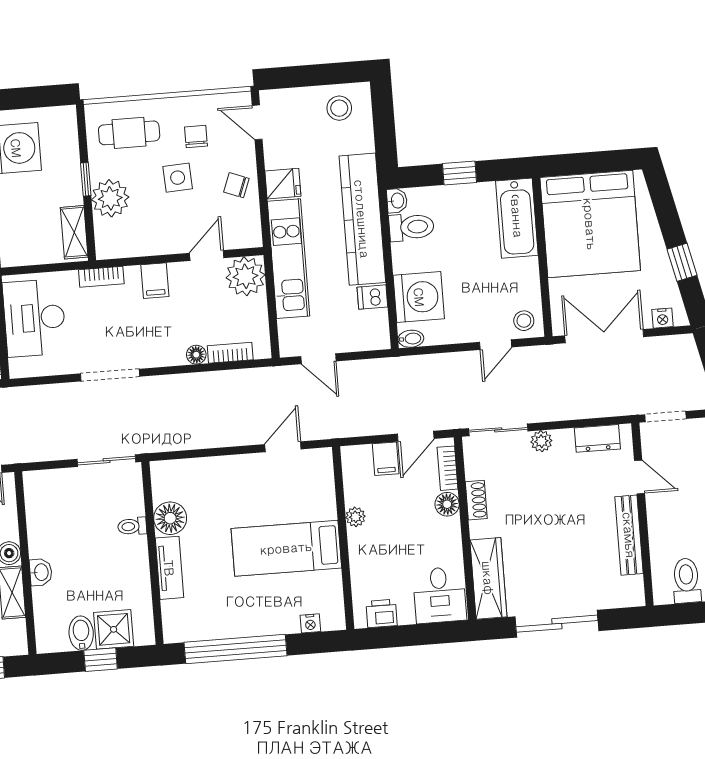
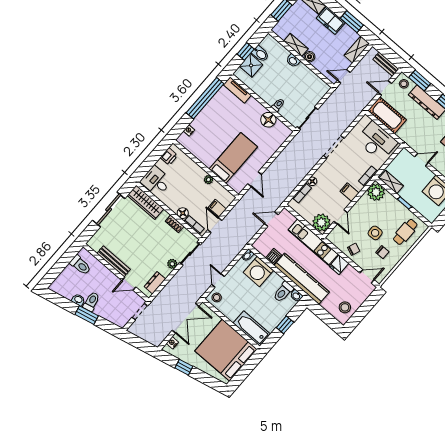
plant: (110, 198) -> (376, 192), moved
bed: (286, 548) -> (233, 158), moved
tv unit: (169, 568) -> (237, 90), moved

